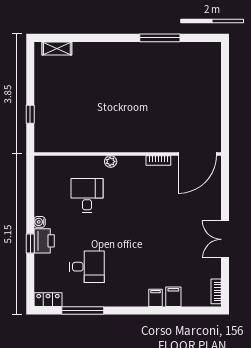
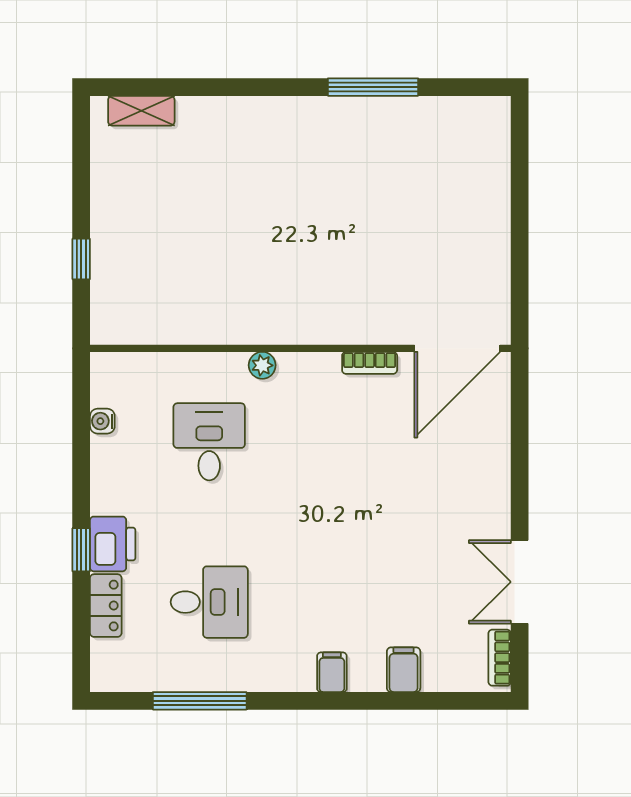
water cooler: (40, 222) -> (102, 421), moved
double door: (225, 239) -> (520, 582), moved
filing cabinet: (156, 298) -> (332, 672), moved
locker: (48, 300) -> (106, 606), moved, turned 90

